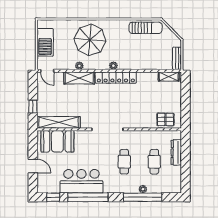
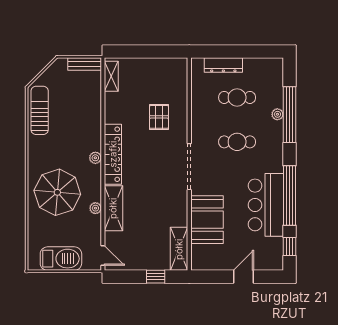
door: (47, 71) -> (103, 255), hinge flipped
pallet: (165, 119) -> (159, 117), moved
shelving: (59, 122) -> (179, 249), width x0.68
booth: (57, 141) -> (207, 220), moved

